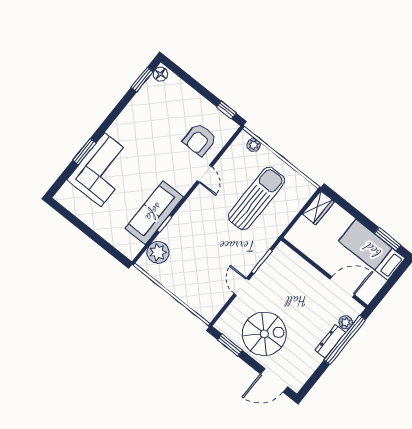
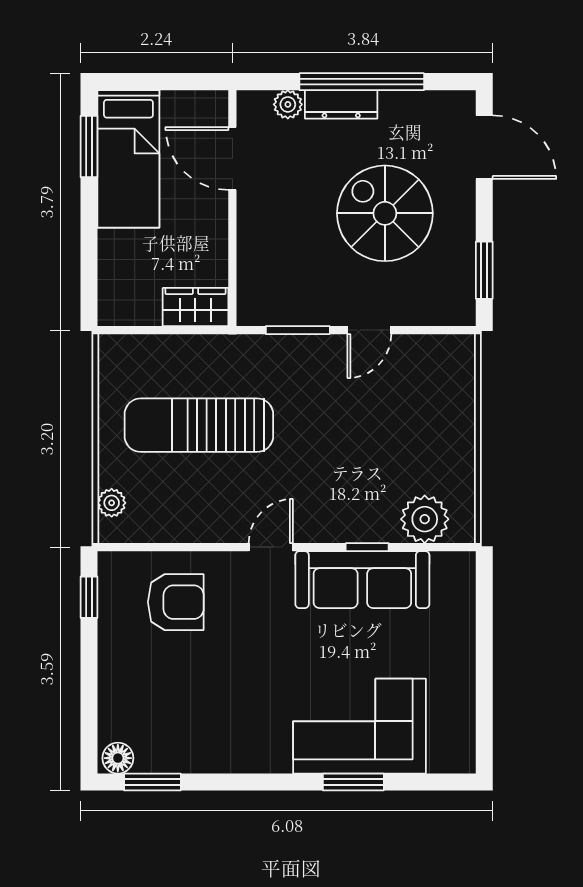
door: (205, 174) -> (271, 547), moved
wardrobe: (318, 208) -> (195, 307), moved
spiral stairs: (264, 334) -> (385, 213), moved
window: (345, 340) -> (362, 82), moved

